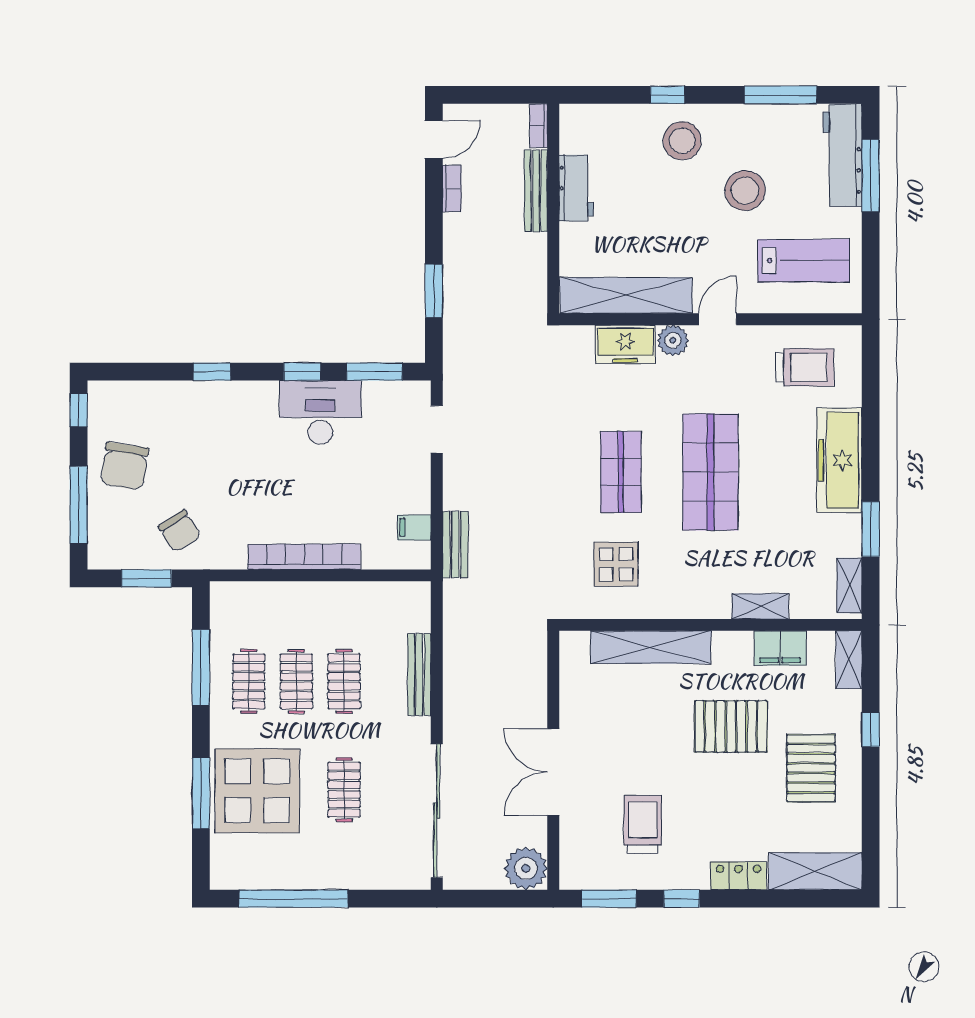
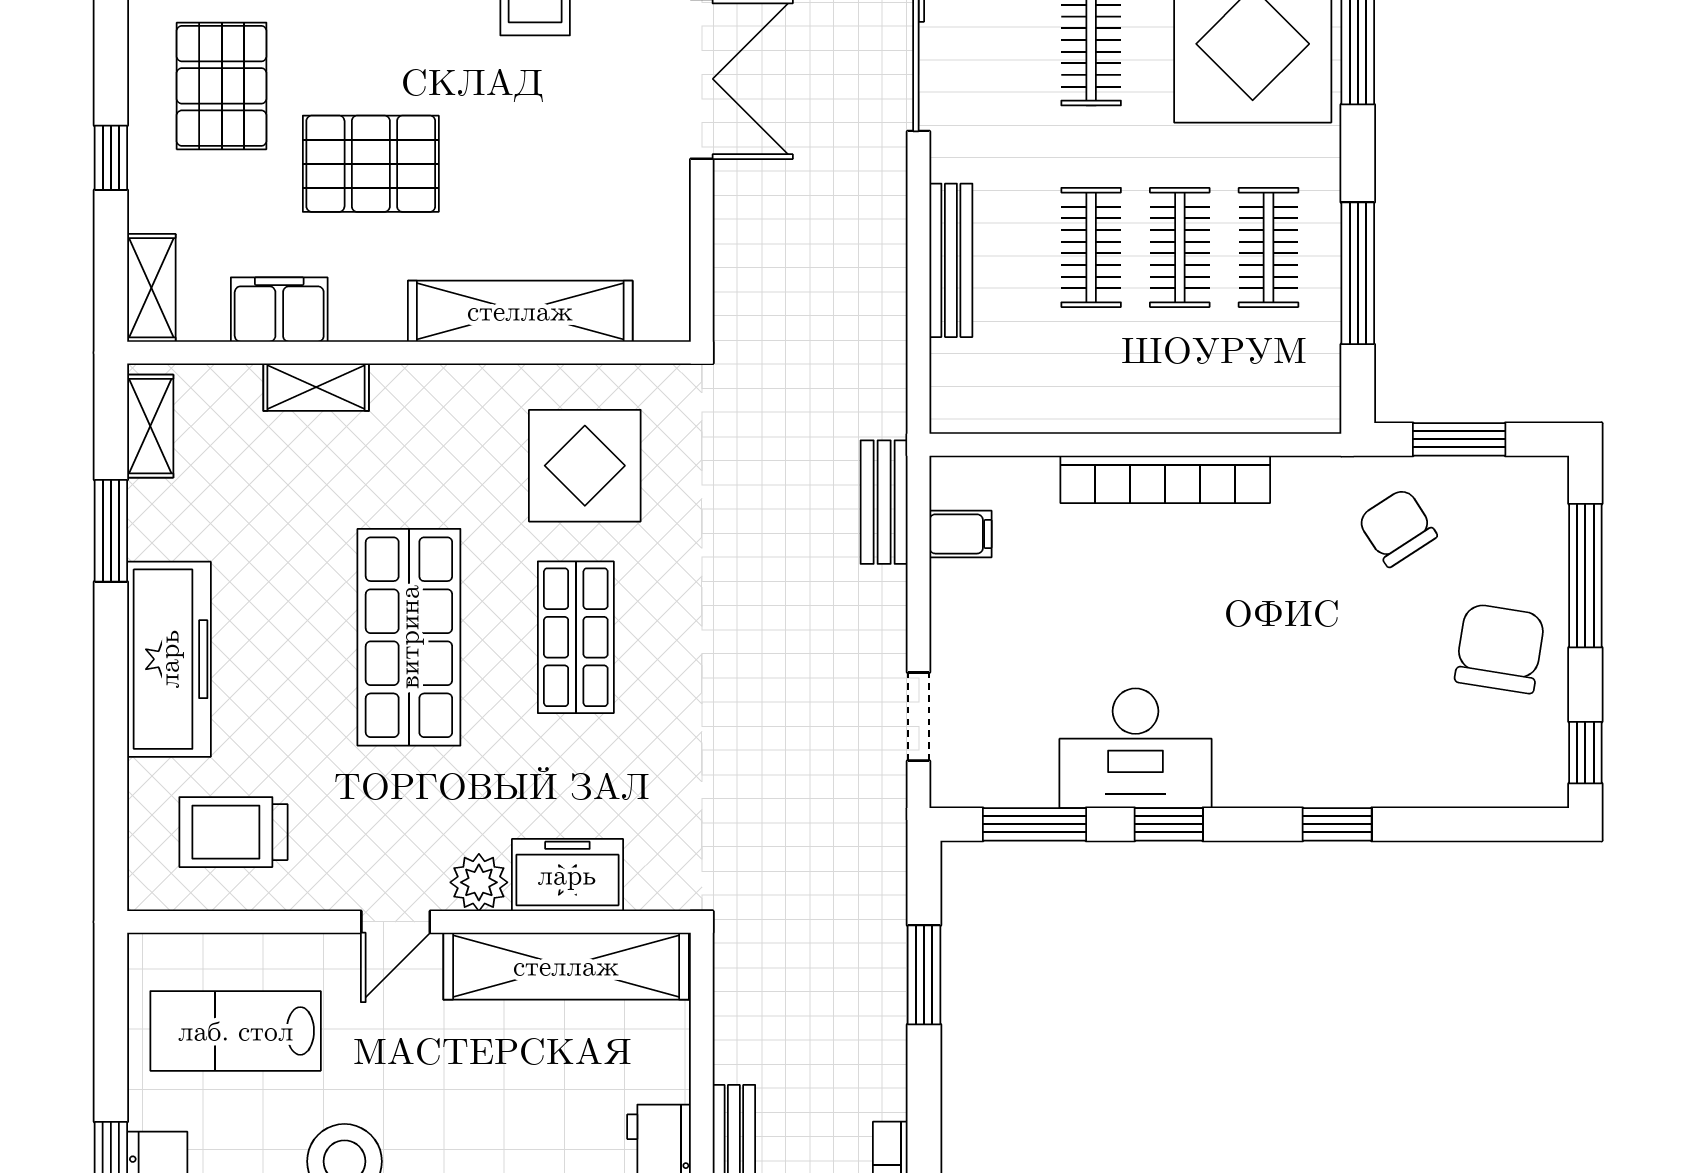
display table: (616, 564) -> (585, 466), width x1.36, depth x1.36

